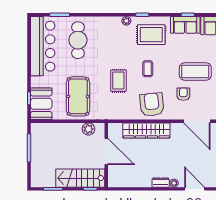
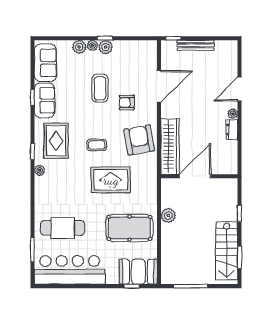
coffee table: (195, 71) -> (100, 88), width x0.73, depth x0.76
rug: (118, 81) -> (111, 180), width x1.36, depth x1.43
armchair: (152, 105) -> (139, 140), turned 86
door: (106, 151) -> (195, 176), moved
wall: (106, 155) -> (199, 176), moved
stairs: (80, 178) -> (227, 251), moved

